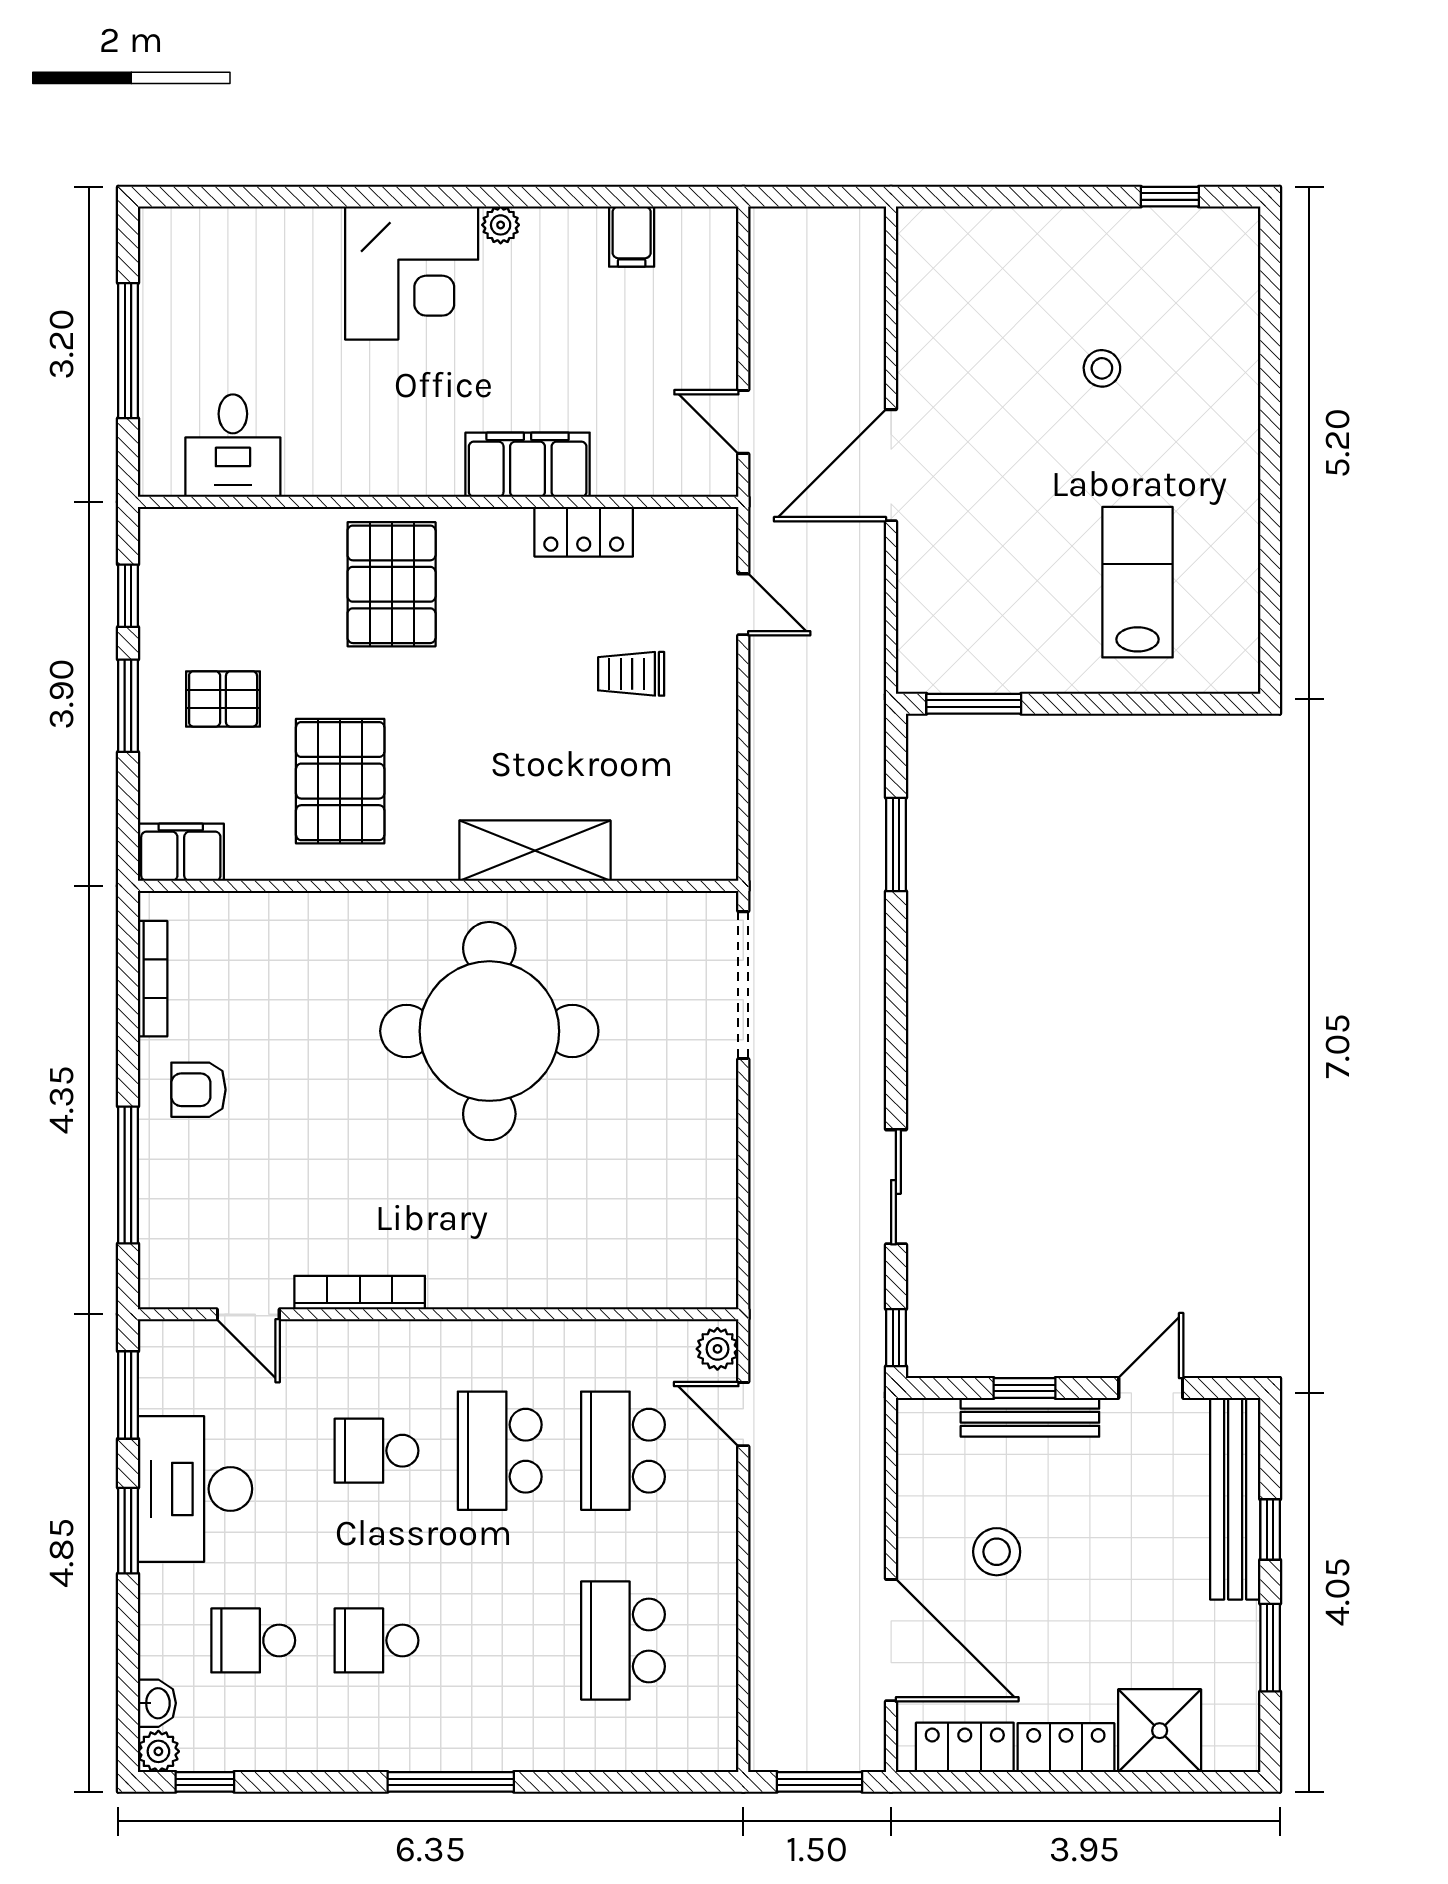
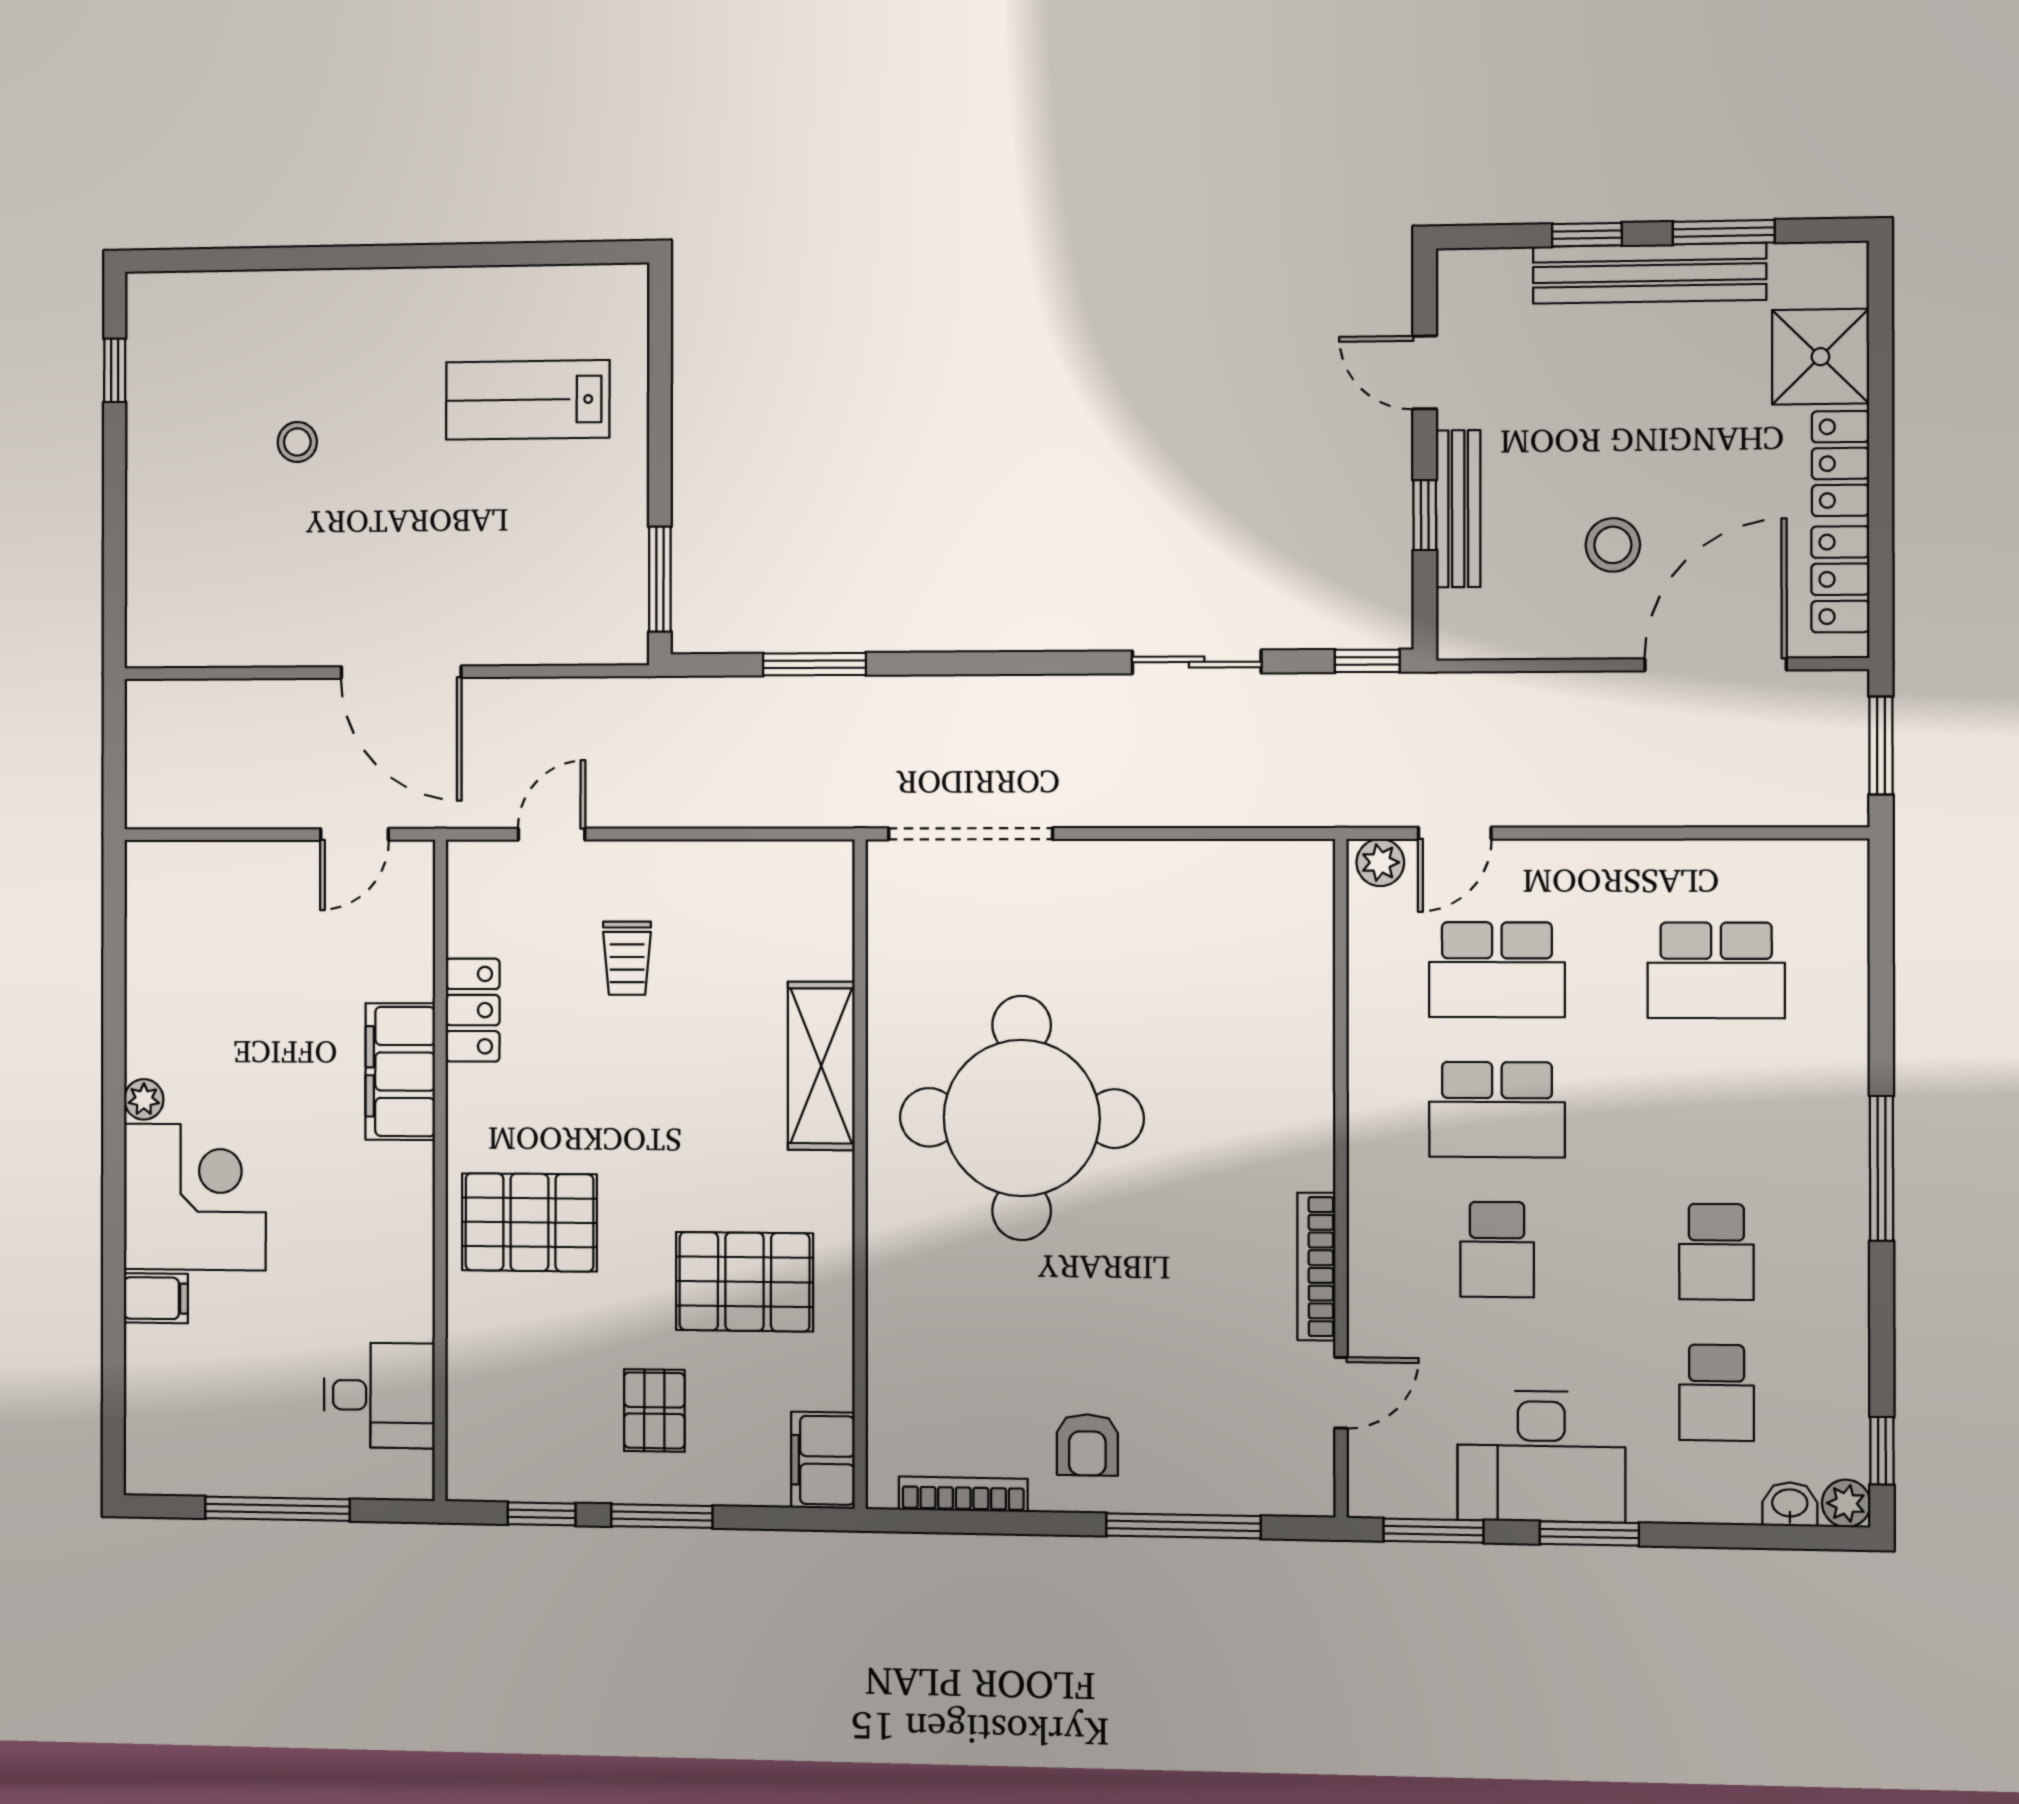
filing cabinet: (632, 237) -> (156, 1298), moved
bench: (1235, 1499) -> (1649, 273), moved

